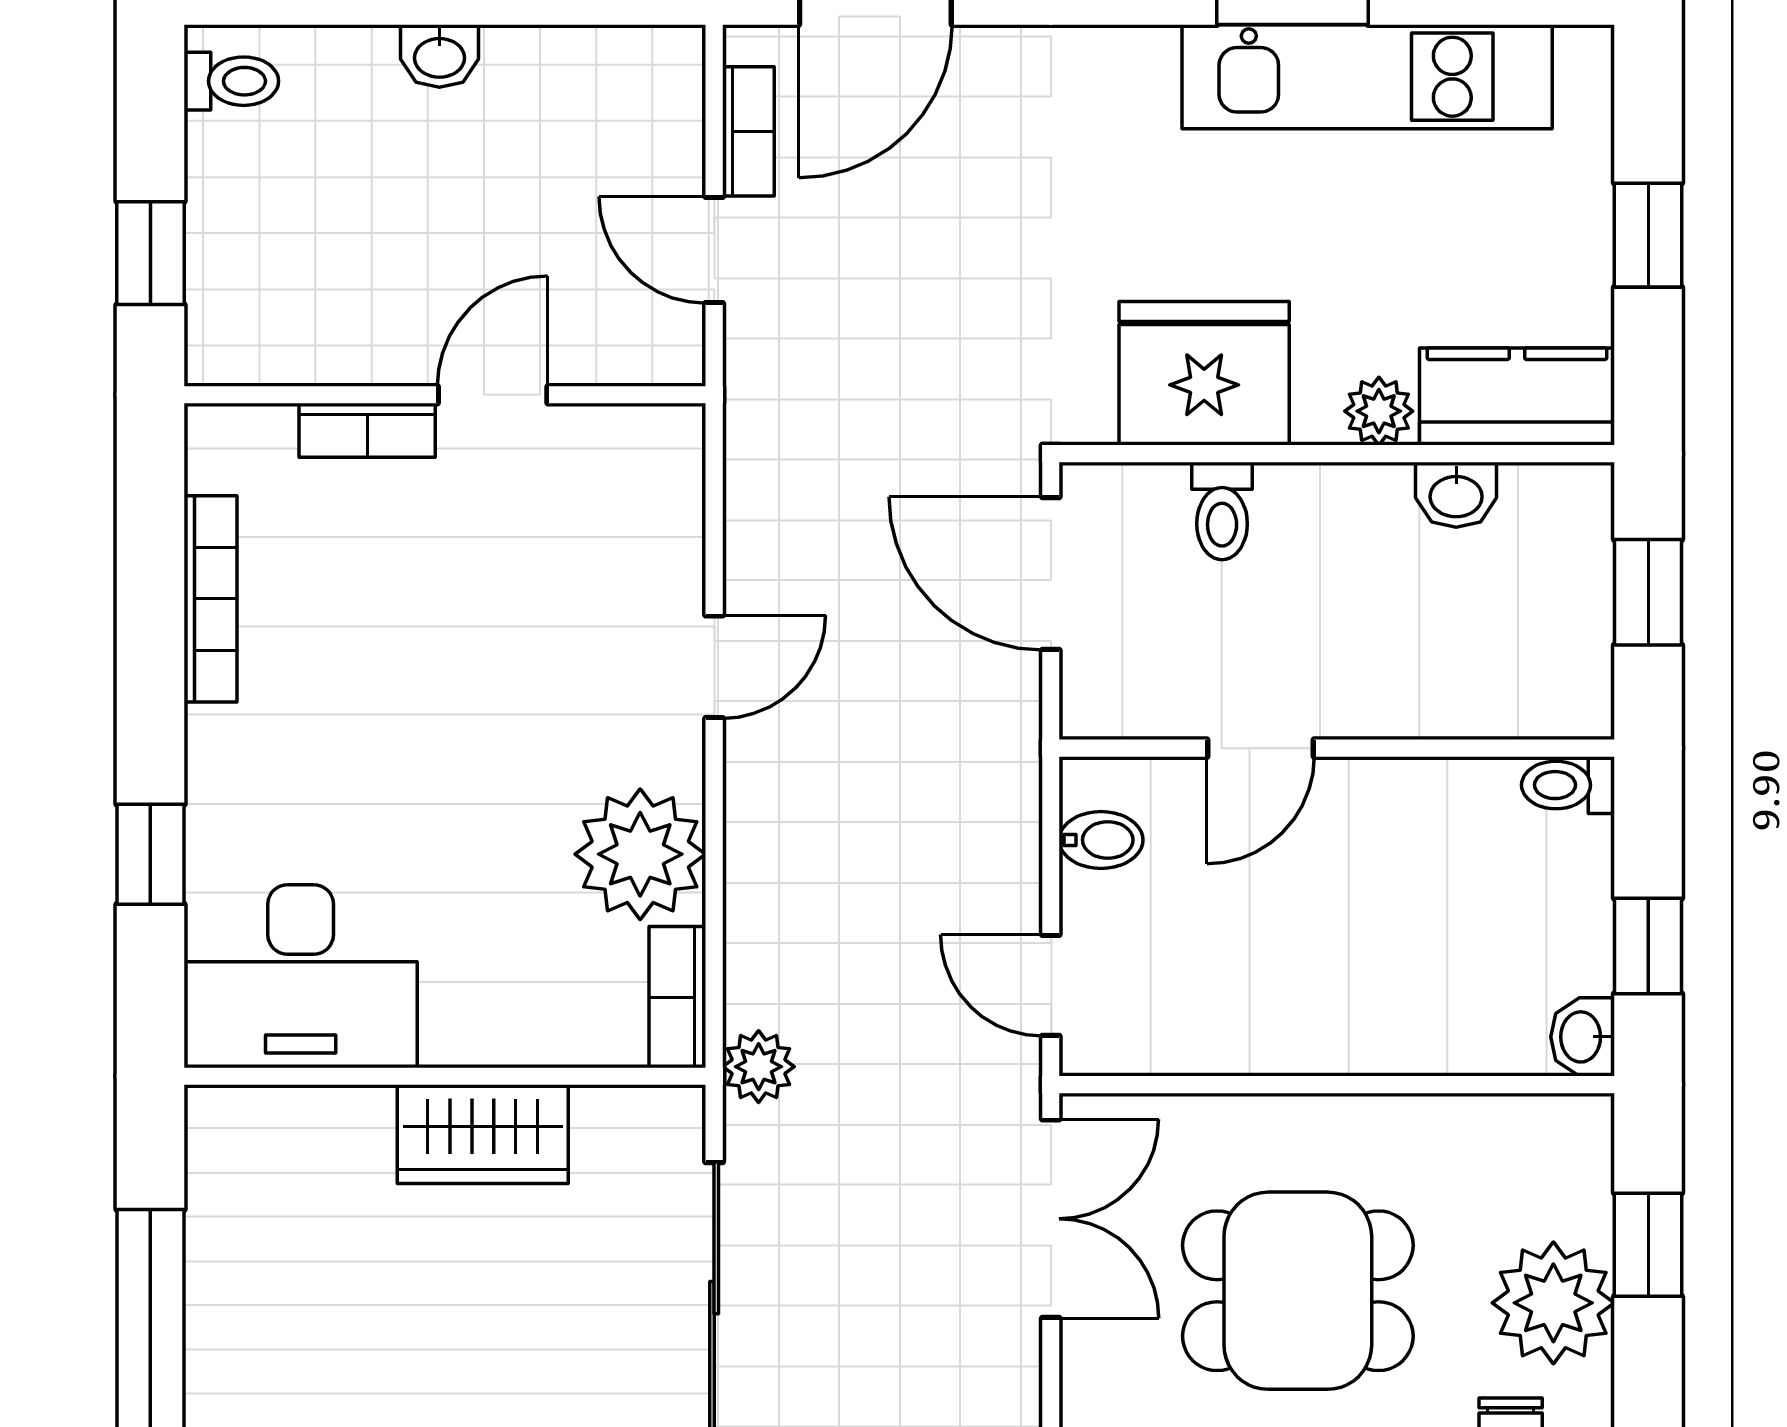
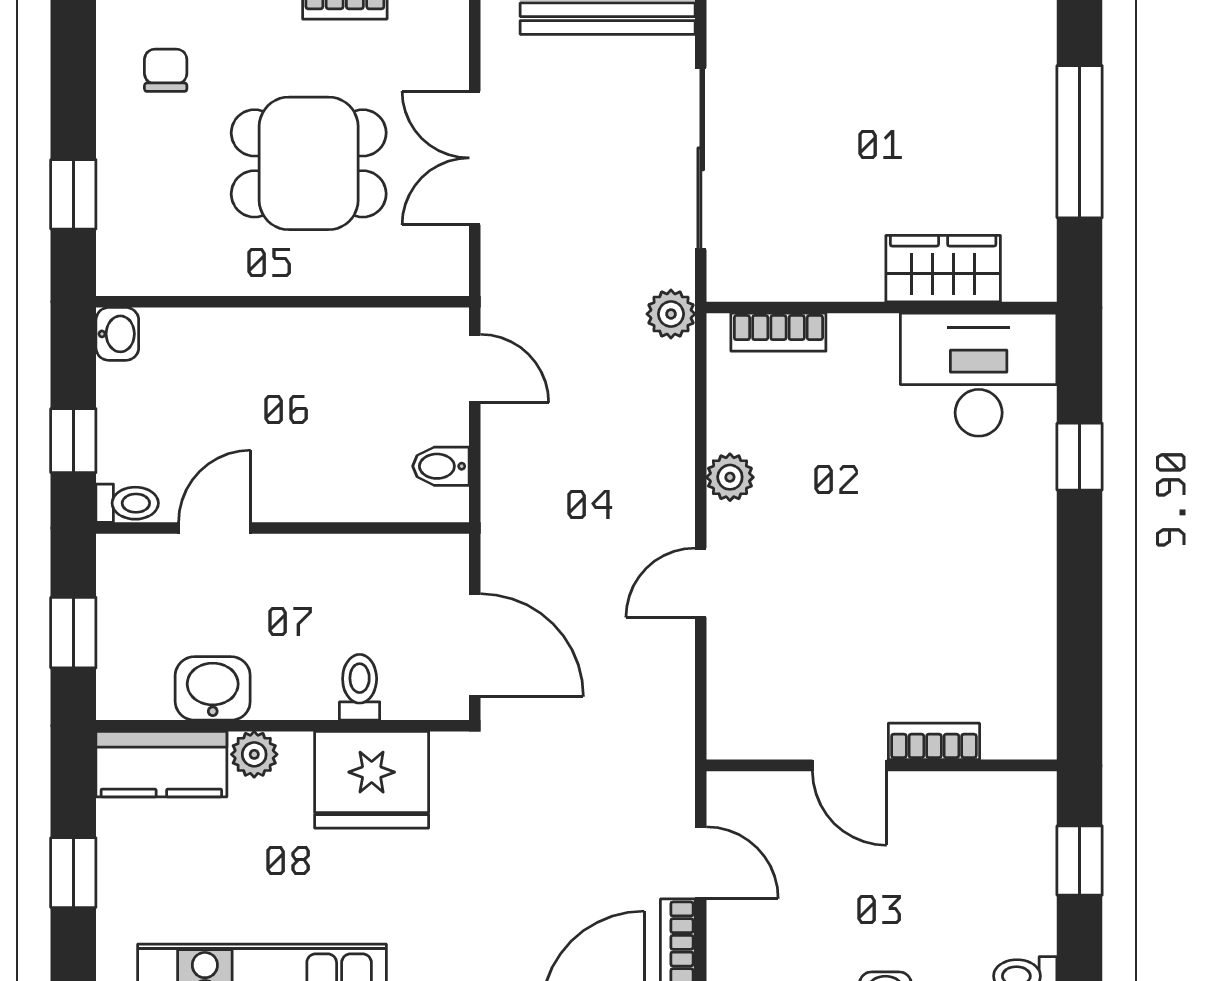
door: (493, 395) -> (850, 765), hinge flipped
washbasin: (1456, 495) -> (213, 688), width x1.38, depth x1.45
bookcase: (210, 599) -> (1039, 628), removed
door: (1261, 748) -> (215, 528), moved
plant: (640, 854) -> (730, 477), width x0.53, depth x0.53
window: (1648, 946) -> (73, 441), moved
bookcase: (677, 997) -> (778, 332), moved, turned 90
wardrobe: (483, 1134) -> (943, 269), moved
double door: (1051, 1219) -> (475, 158), moved
plant: (1553, 1303) -> (137, 155), removed

